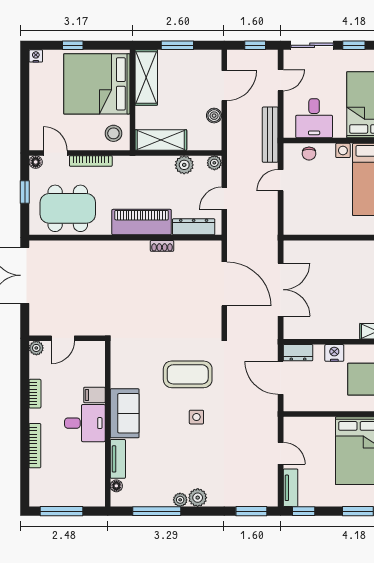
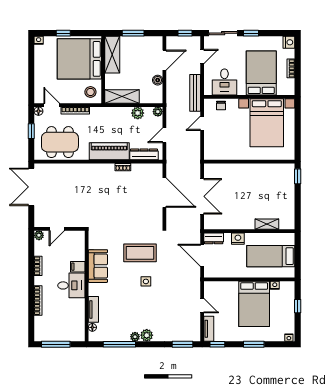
sofa: (125, 413) -> (98, 266), moved

